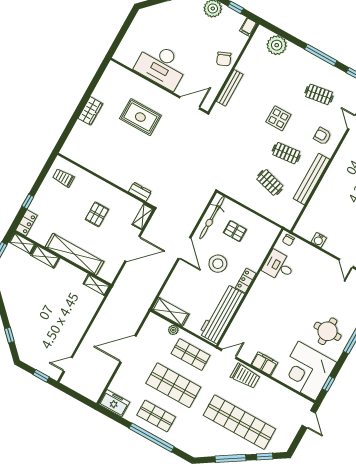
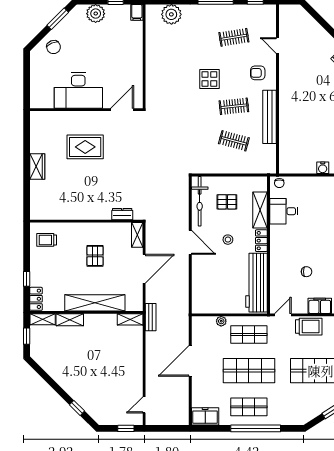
chair: (224, 59) -> (54, 47), moved
bench: (230, 88) -> (151, 317), moved, width x0.73
water cooler: (319, 240) -> (323, 168), moved
stool: (218, 264) -> (228, 240), width x0.53, depth x0.53
shelving: (170, 312) -> (260, 210), moved, turned 90
chair: (269, 328) -> (307, 272), added

